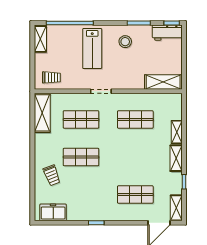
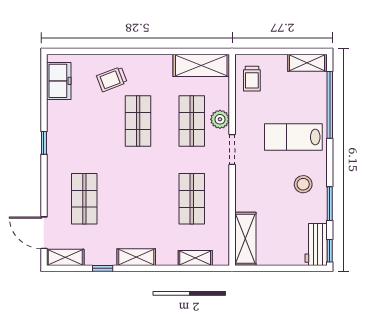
plant: (80, 100) -> (220, 119), added
shelving: (177, 132) -> (195, 258), moved

